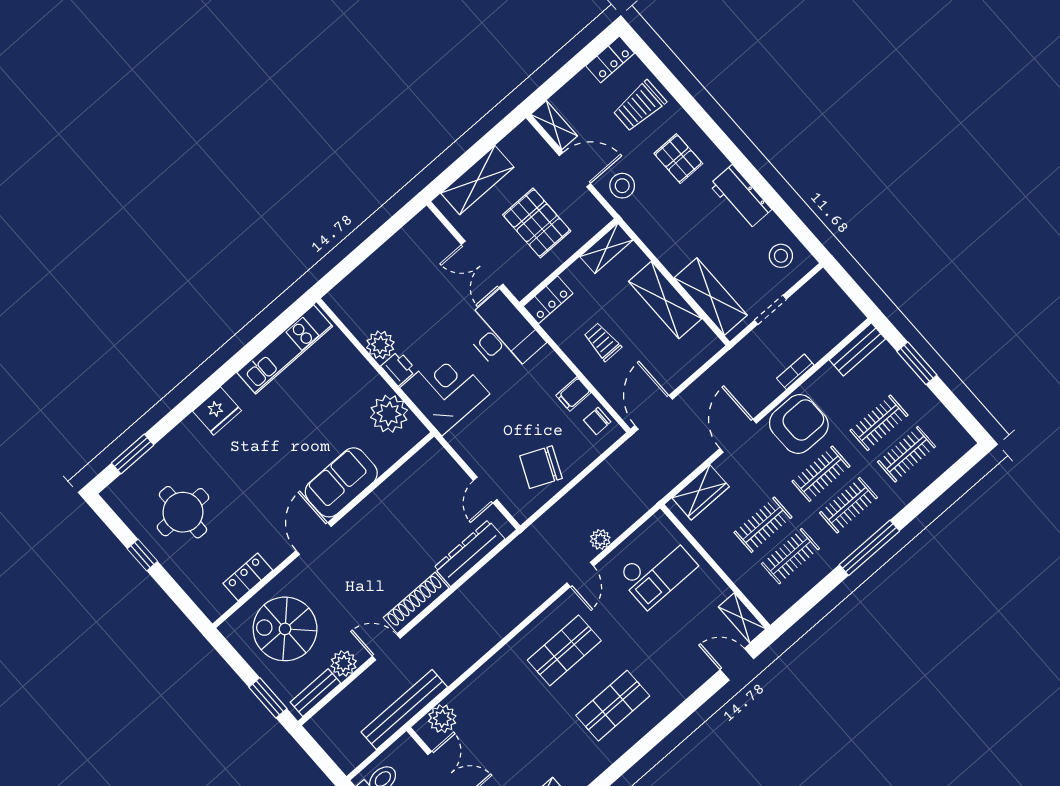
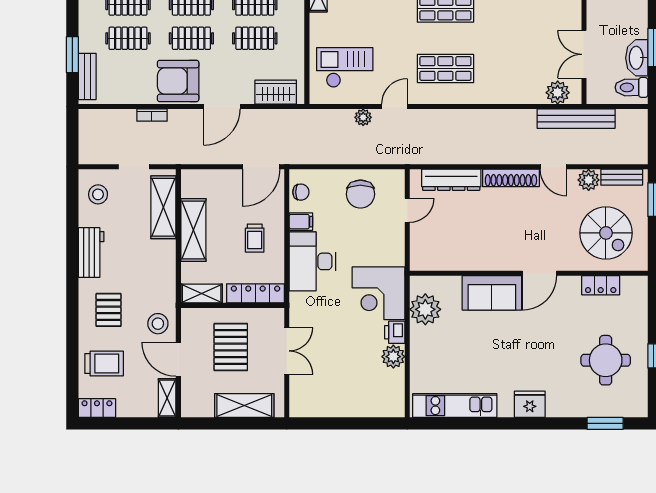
locker: (548, 300) -> (255, 293), width x1.53
desk: (502, 334) -> (312, 261), moved
bench: (857, 349) -> (87, 76), moved, turned 90
chair: (541, 467) -> (360, 194), turned 66

